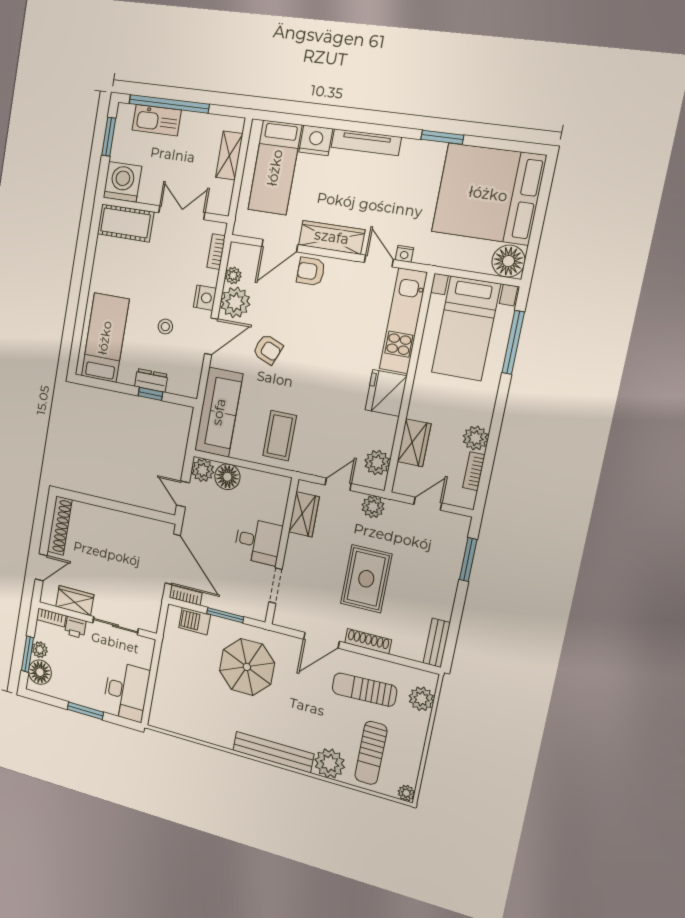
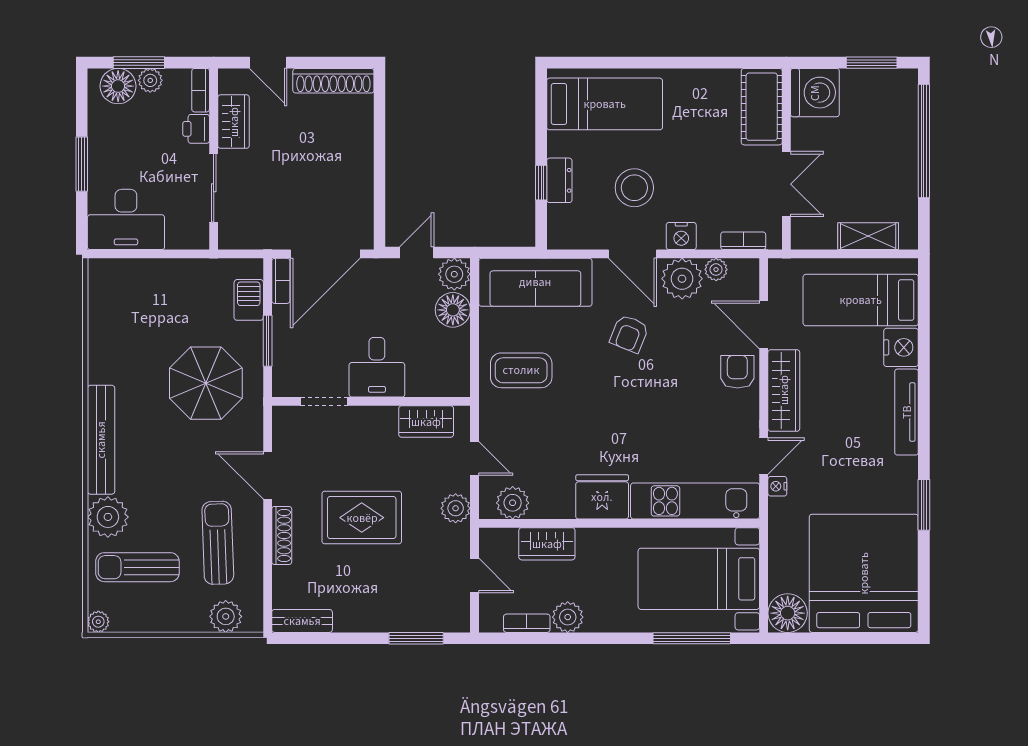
kitchen sink: (157, 120) -> (901, 127), removed
stool: (165, 327) -> (634, 188), width x1.89, depth x1.89

